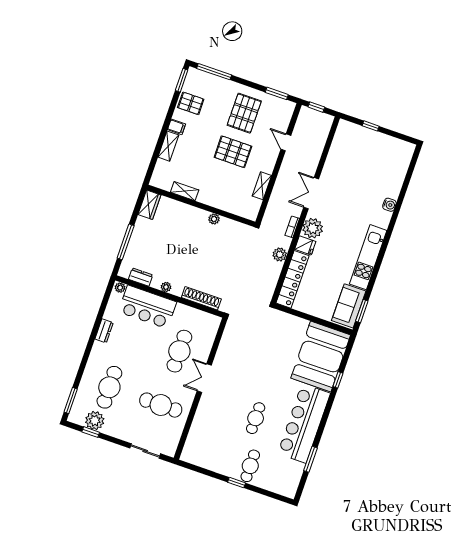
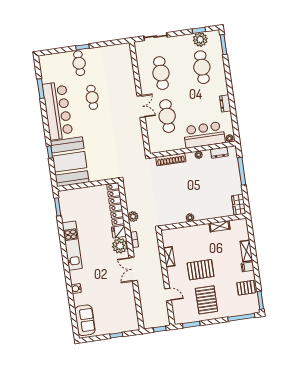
double door: (311, 193) -> (133, 269), swing flipped
sofa: (349, 306) -> (85, 320), moved
cafe table: (161, 405) -> (161, 73), turned 90

